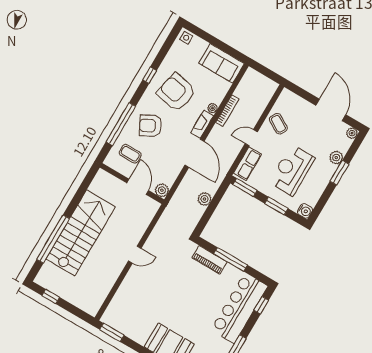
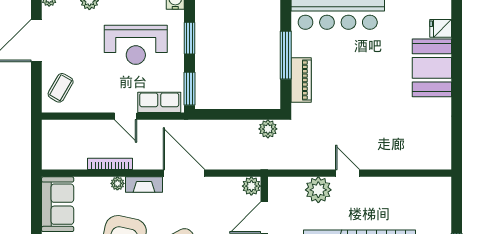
coffee table: (278, 124) -> (61, 88), moved
door: (195, 153) -> (184, 173), hinge flipped
plant: (204, 199) -> (268, 129), moved
plant: (135, 230) -> (318, 190), added
window: (112, 332) -> (457, 146), removed

